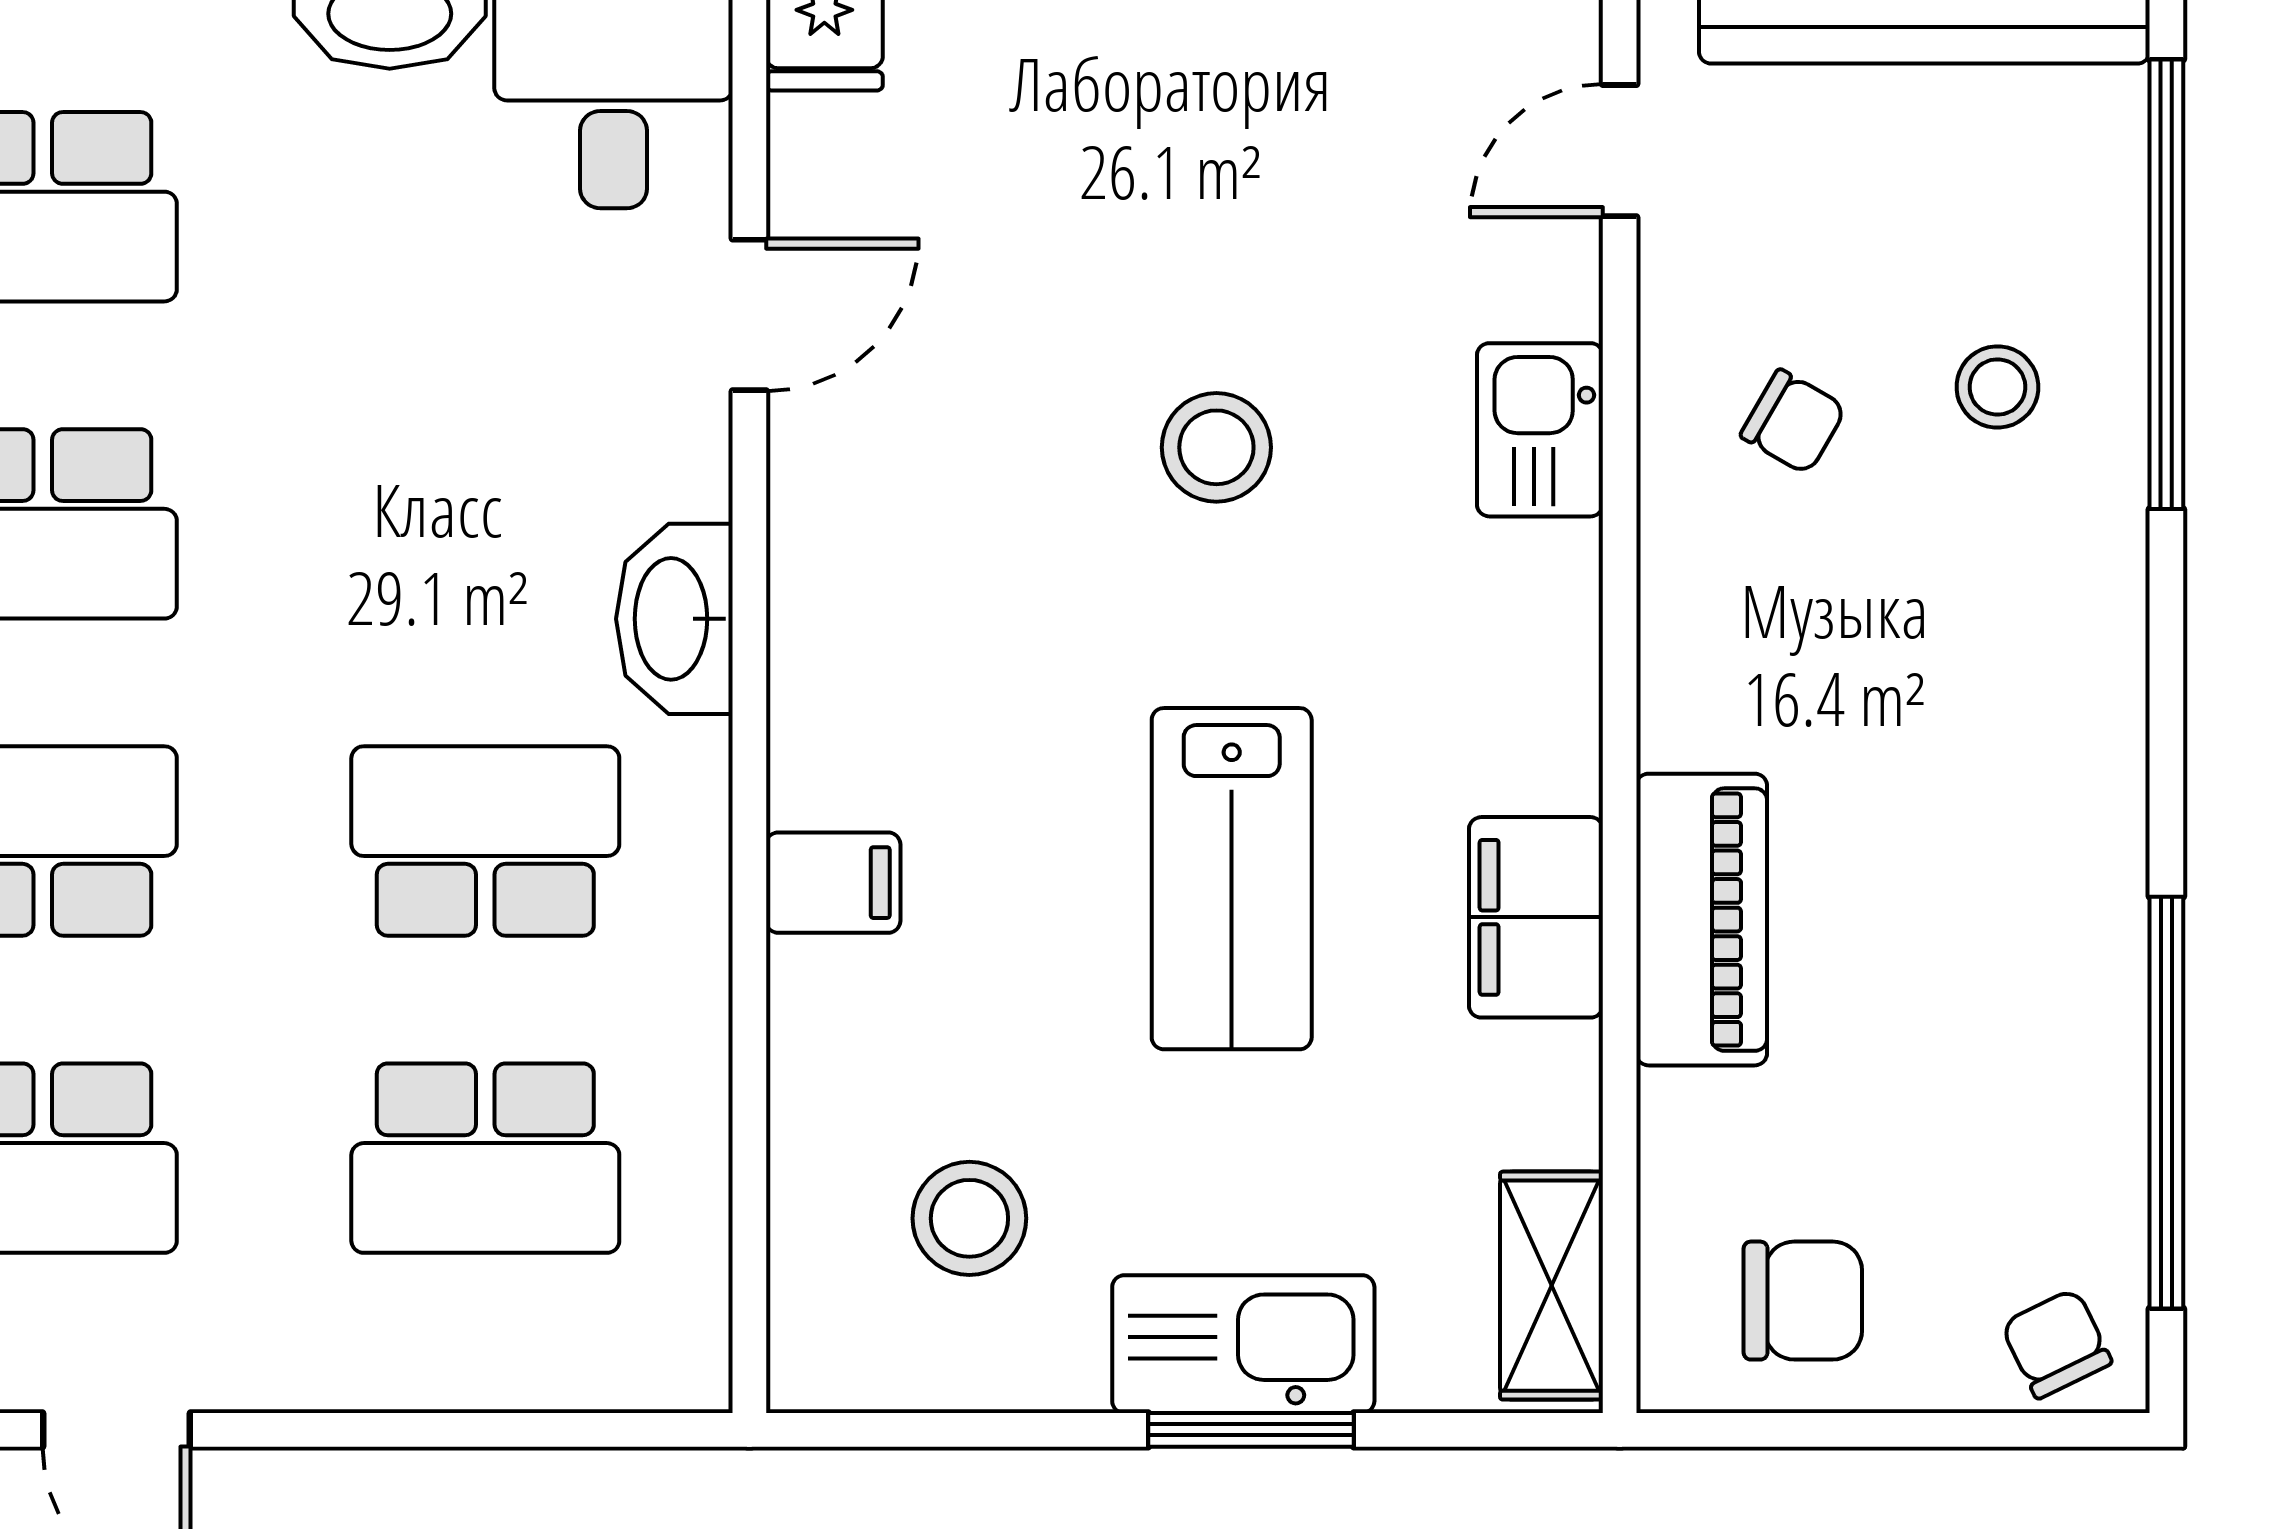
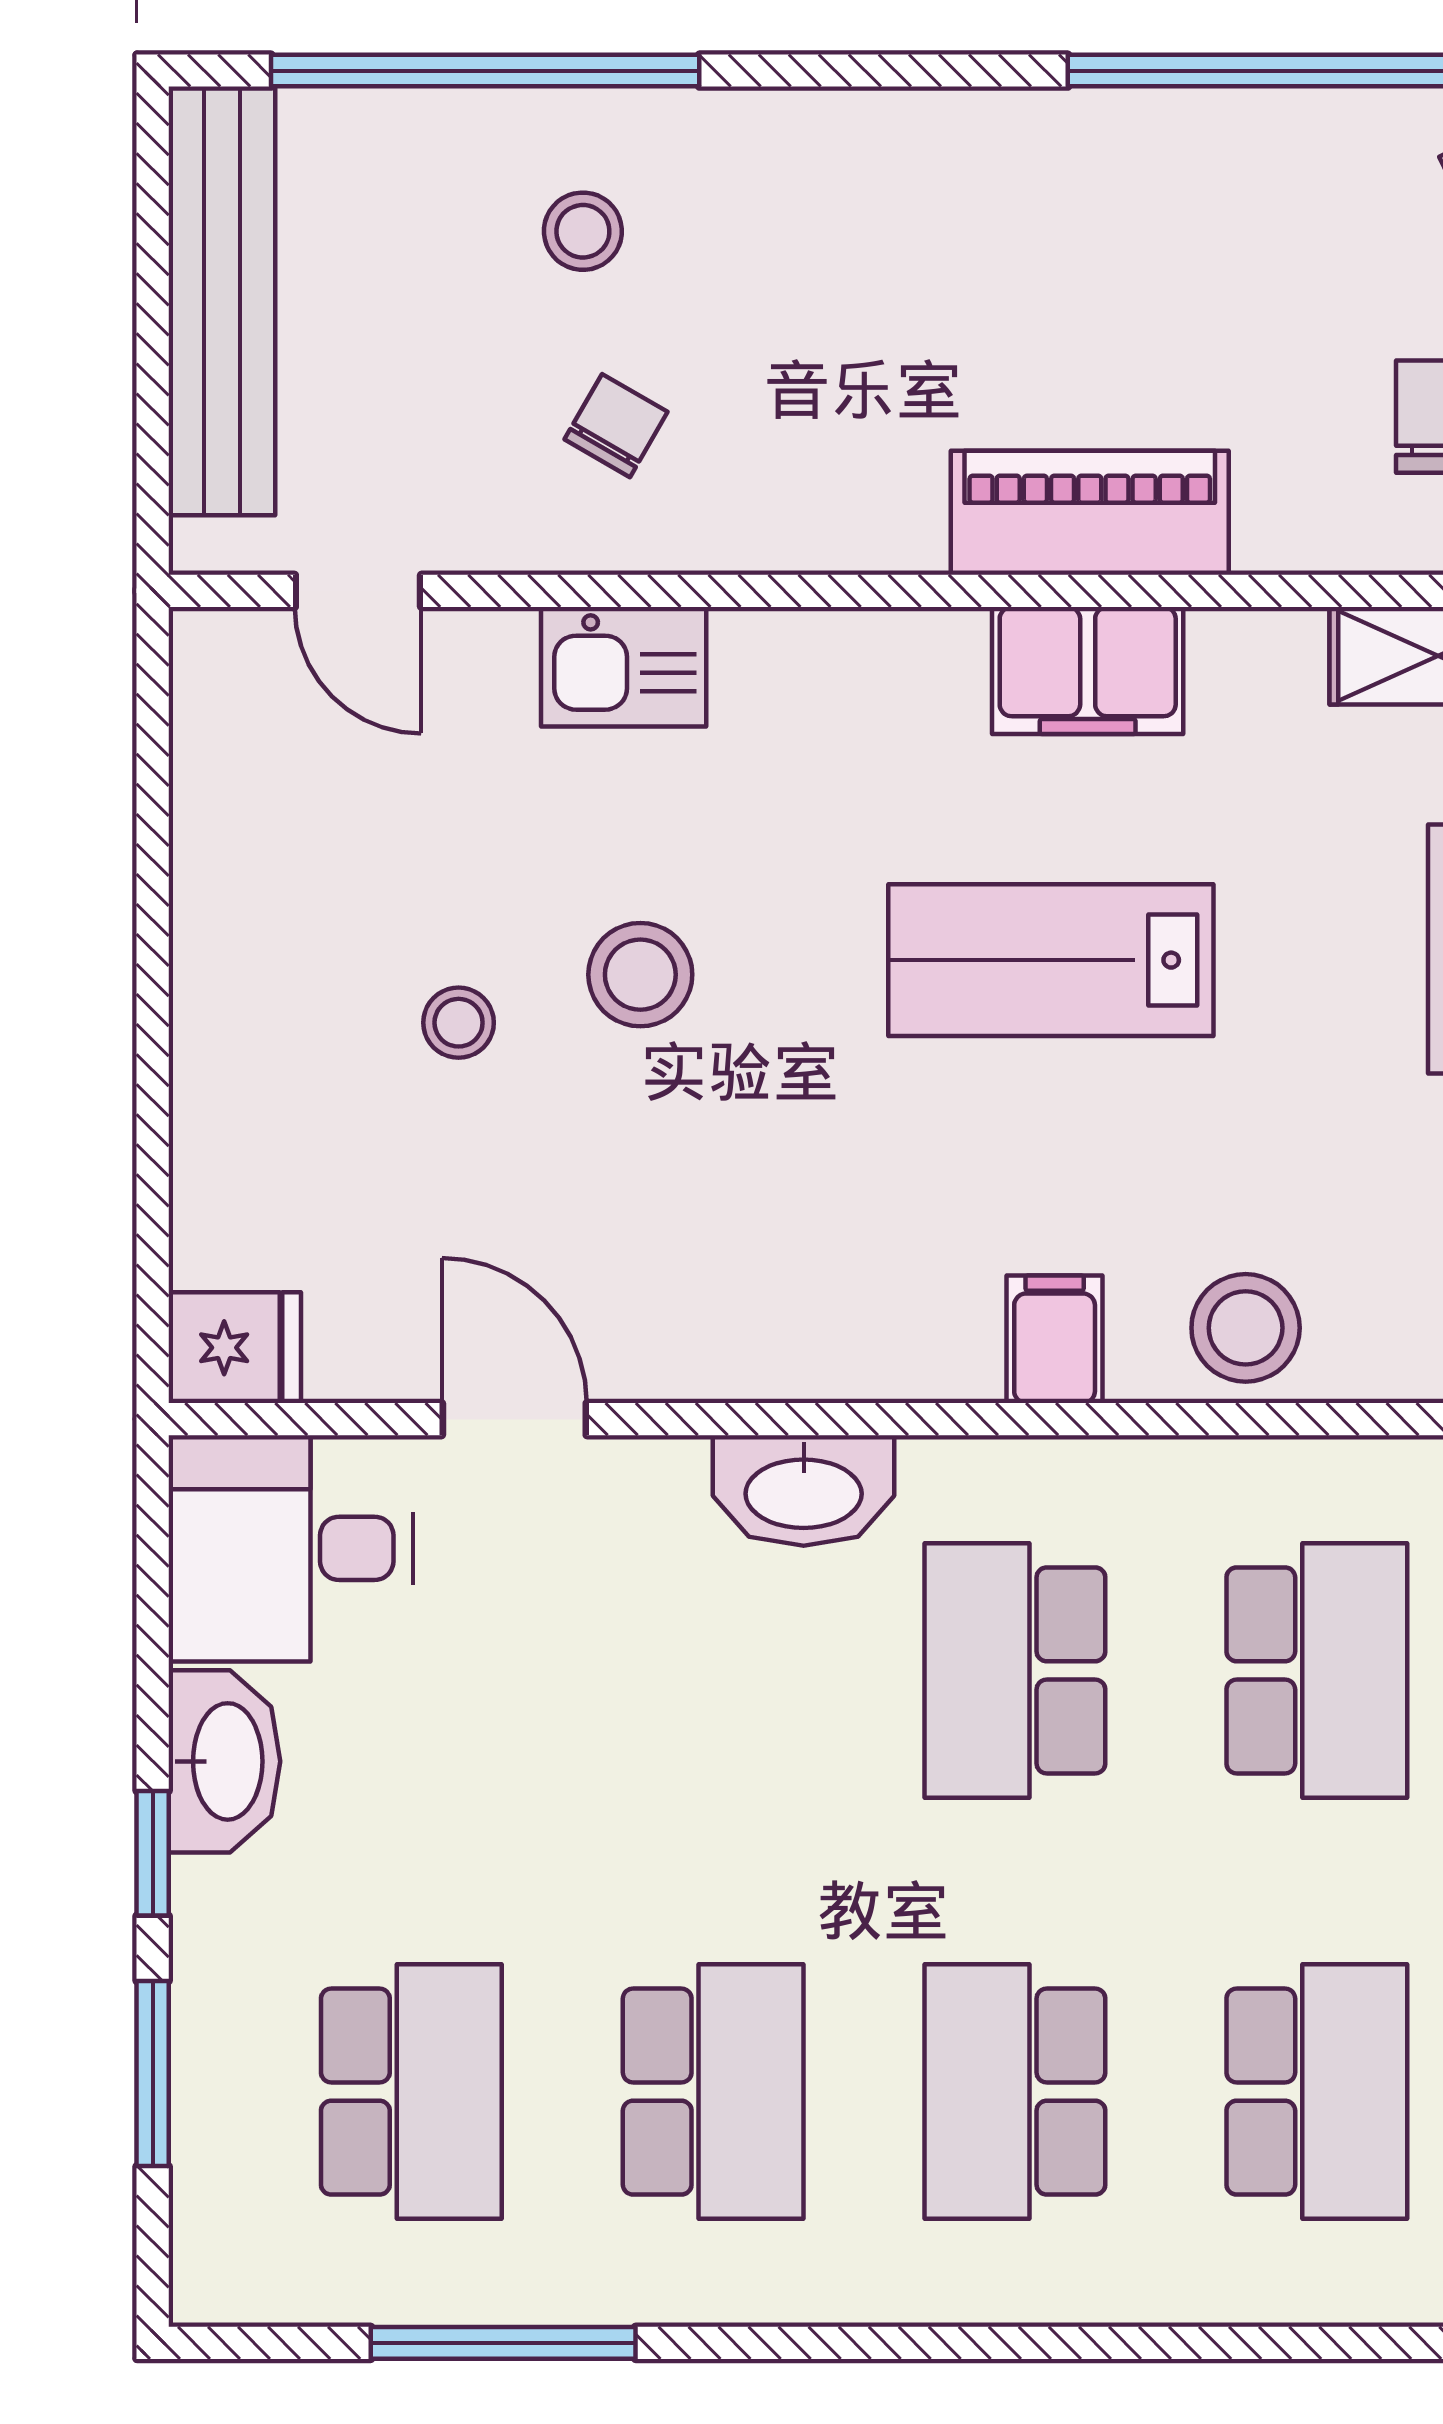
stool: (1166, 256) -> (459, 1023), added
lab bench: (1232, 879) -> (1051, 960), turned 180
stool: (969, 1218) -> (1246, 1328), moved

